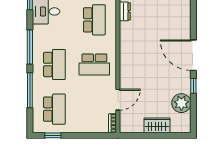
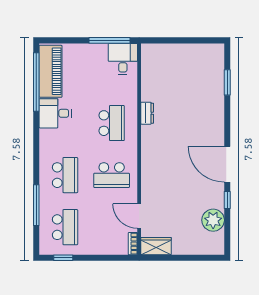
window: (30, 47) -> (36, 155), removed
door: (118, 100) -> (139, 216), swing flipped
wardrobe: (157, 125) -> (156, 246), moved

